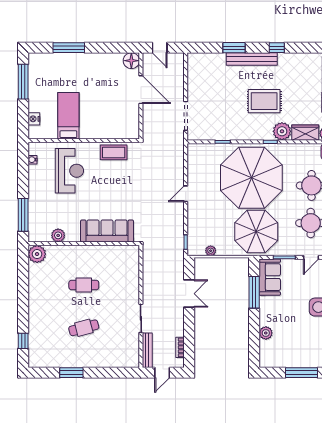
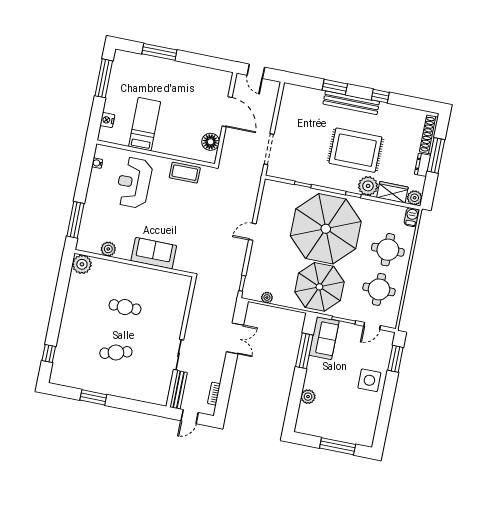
floor lamp: (131, 61) -> (211, 142), moved
rug: (264, 101) -> (355, 150), width x1.37, depth x1.44
reception desk: (69, 171) -> (134, 183), turned 180
sofa: (107, 231) -> (154, 253), width x0.73

